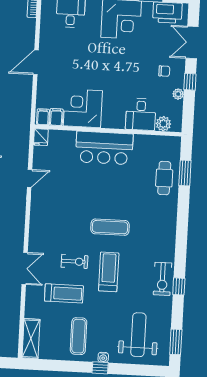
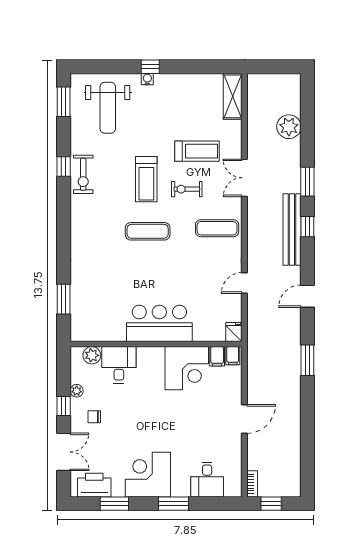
cafe table: (164, 178) -> (88, 292), removed
exercise bike: (162, 279) -> (83, 174), turned 180
treadmill: (64, 293) -> (197, 151), turned 180
exercise mat: (79, 336) -> (217, 228), moved, turned 90

